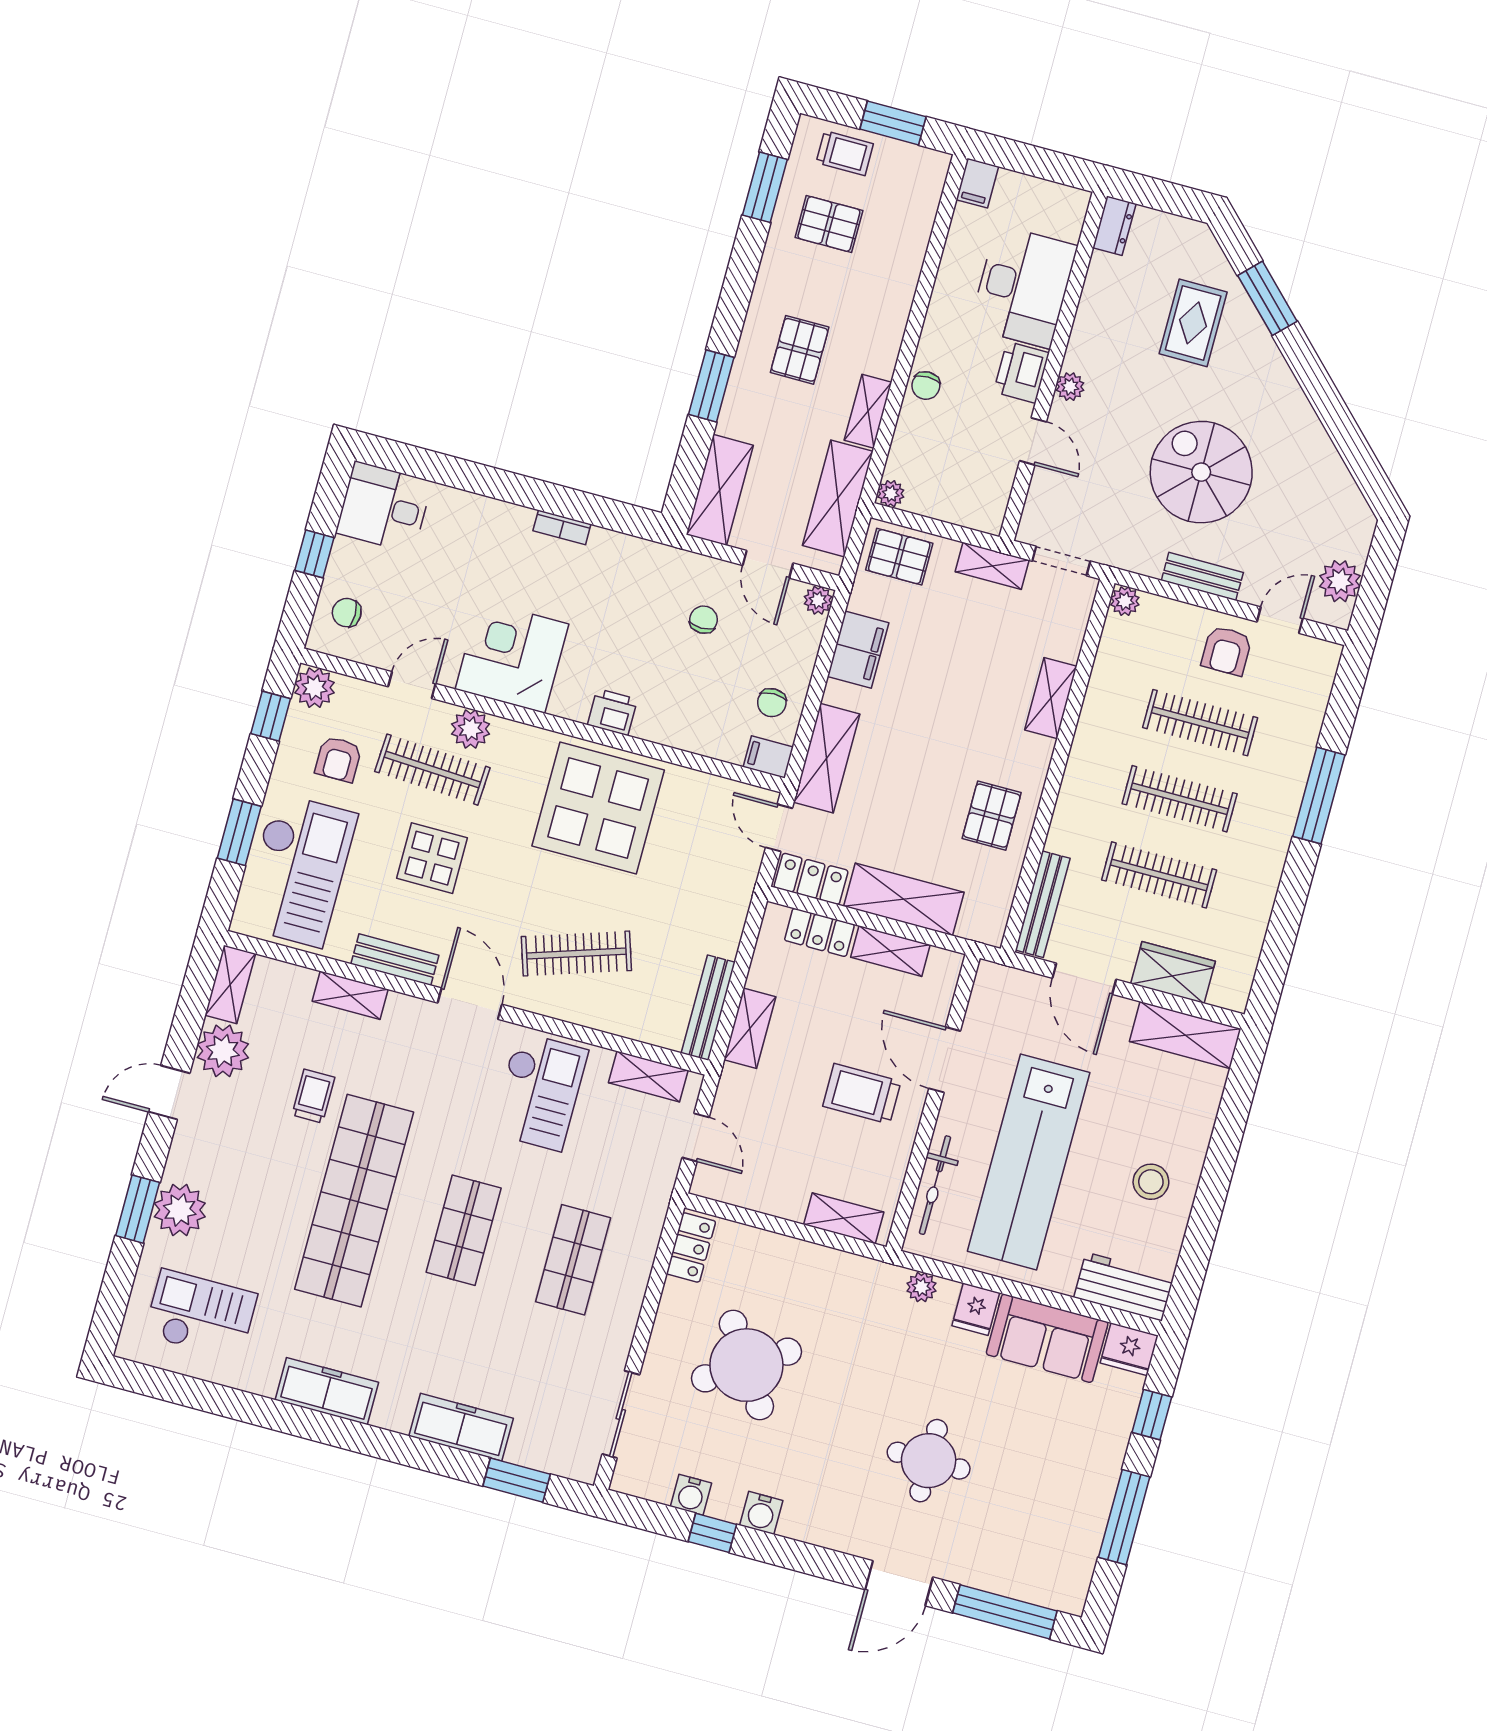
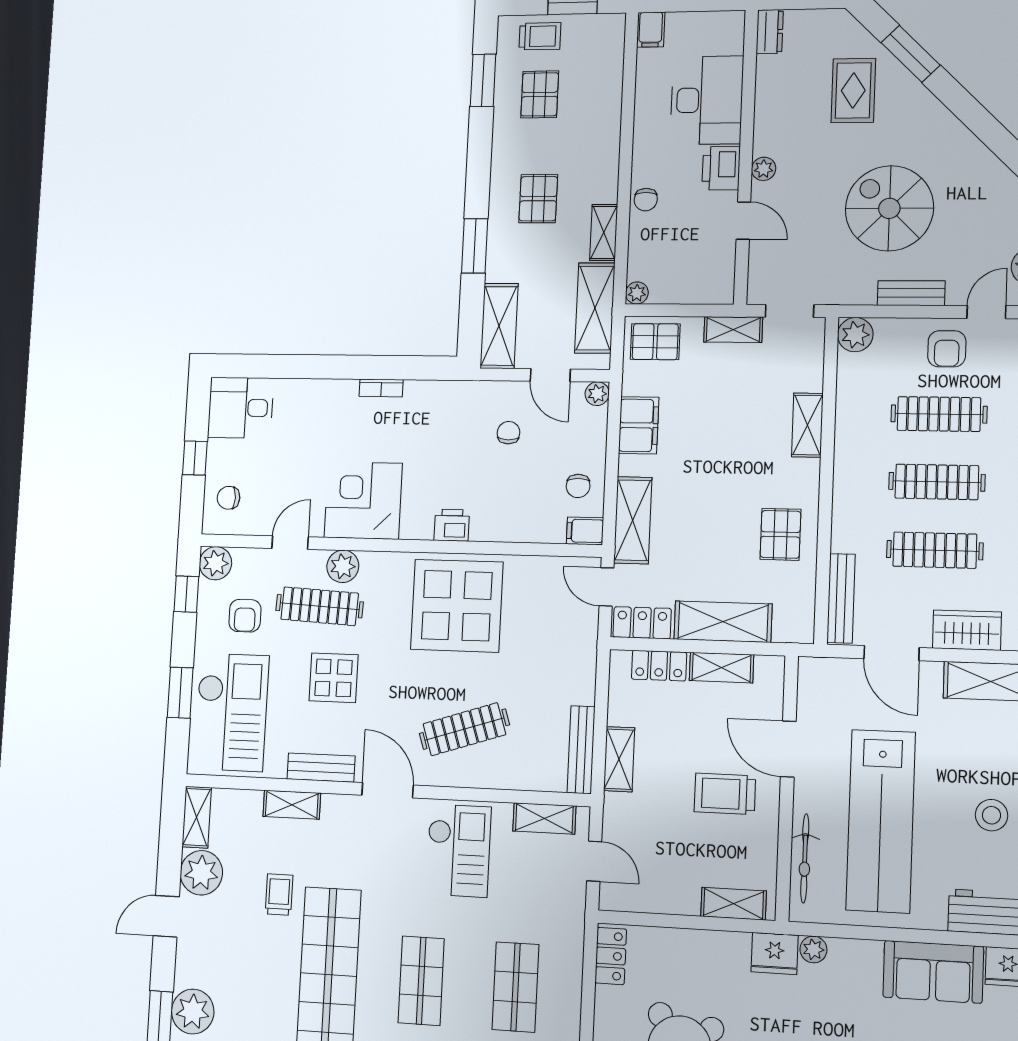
pallet: (829, 224) -> (540, 94), turned 90
plant: (1125, 601) -> (855, 335), width x1.38, depth x1.38
fridge: (976, 1309) -> (775, 953), moved, width x1.38

